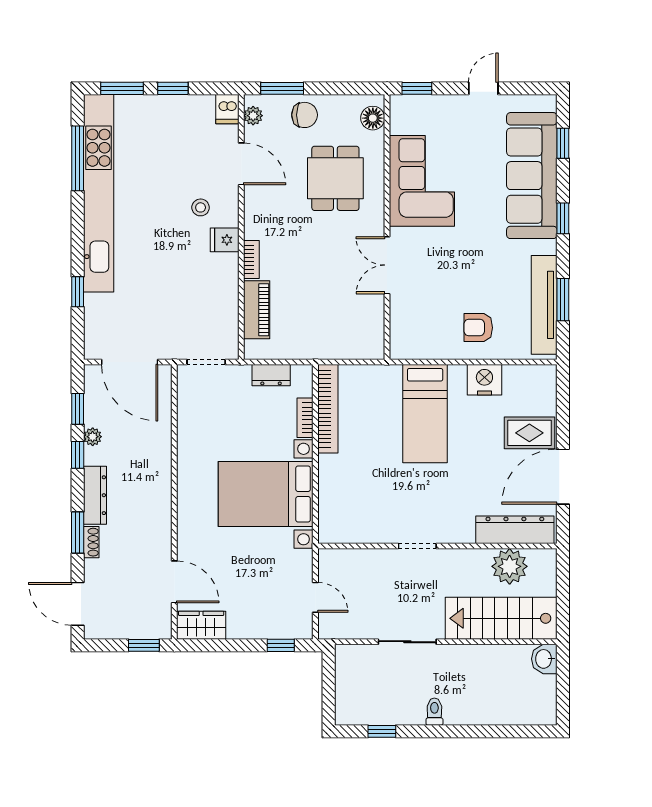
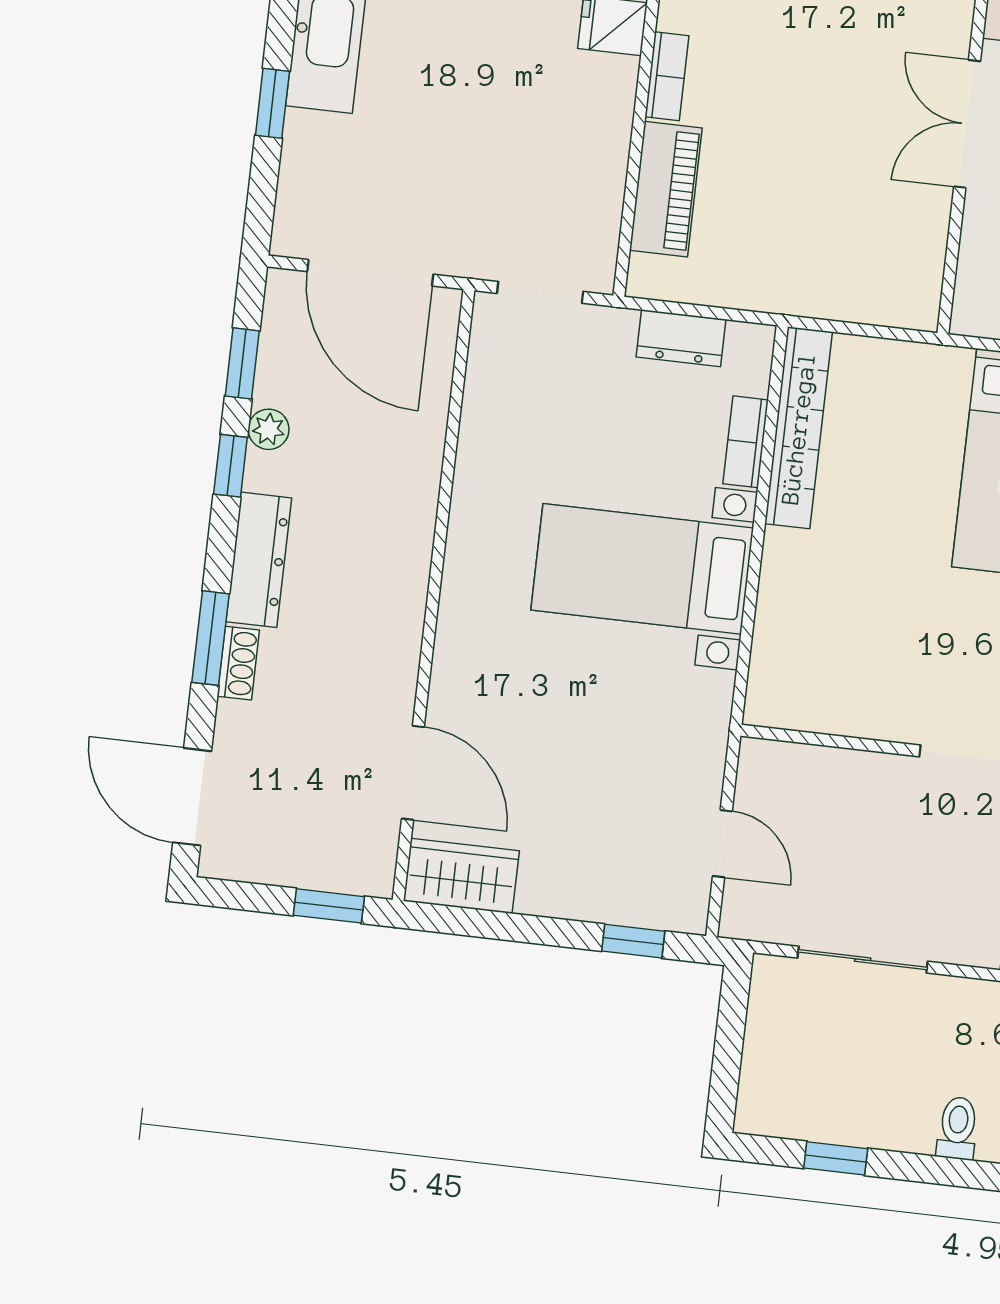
bed with nightstands: (266, 494) -> (642, 569), width x0.73
sliding door: (407, 642) -> (863, 960), moved

